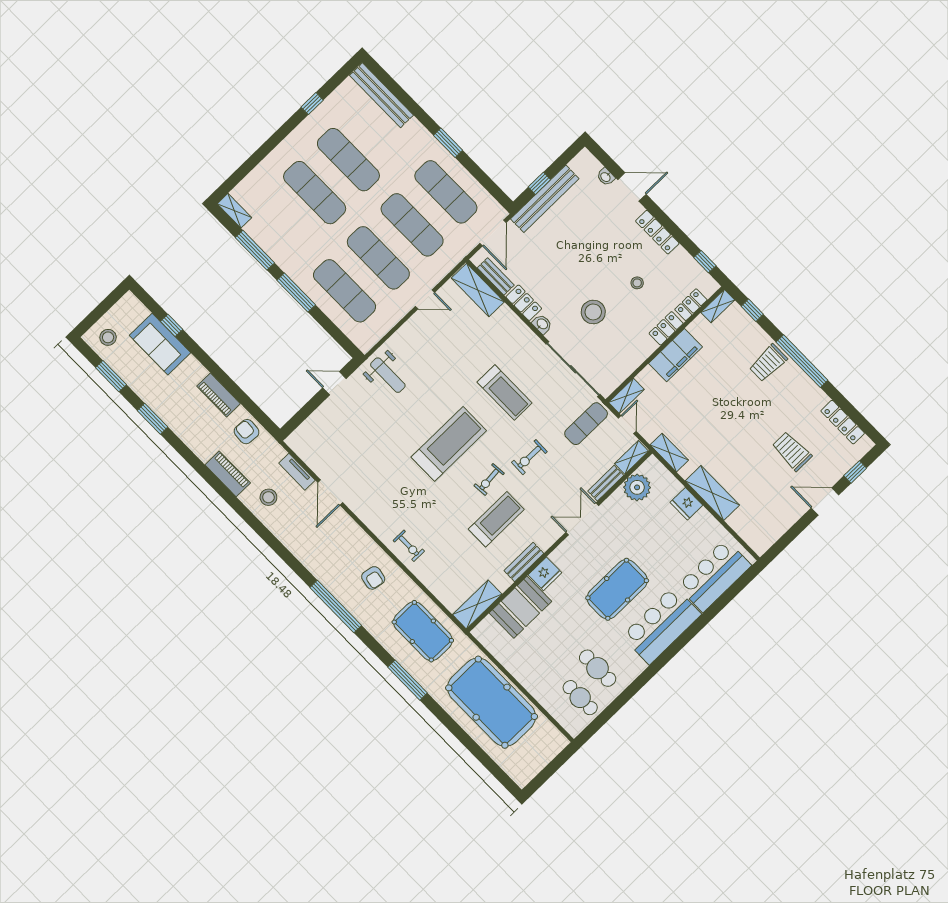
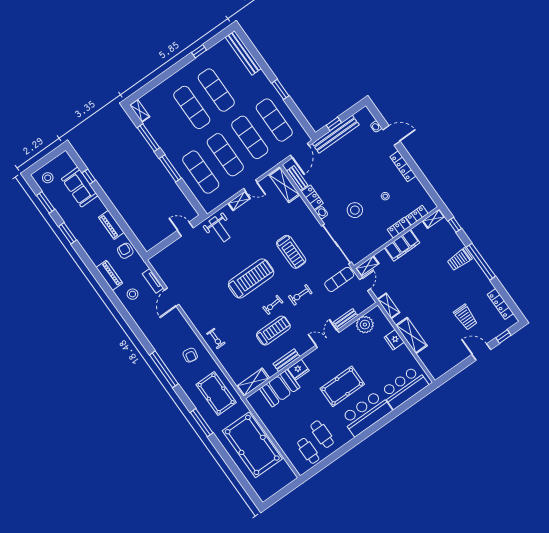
window: (705, 262) -> (430, 190), removed
trolley: (792, 451) -> (466, 317), turned 180
shelving: (632, 457) -> (239, 201), moved

